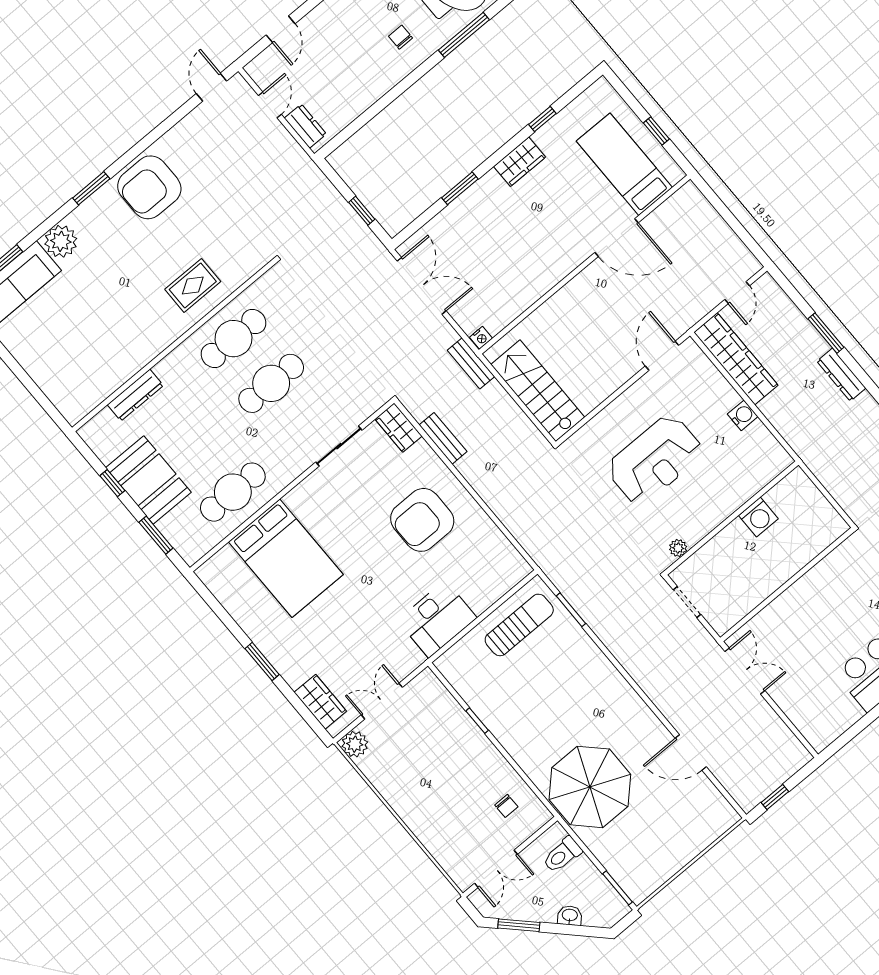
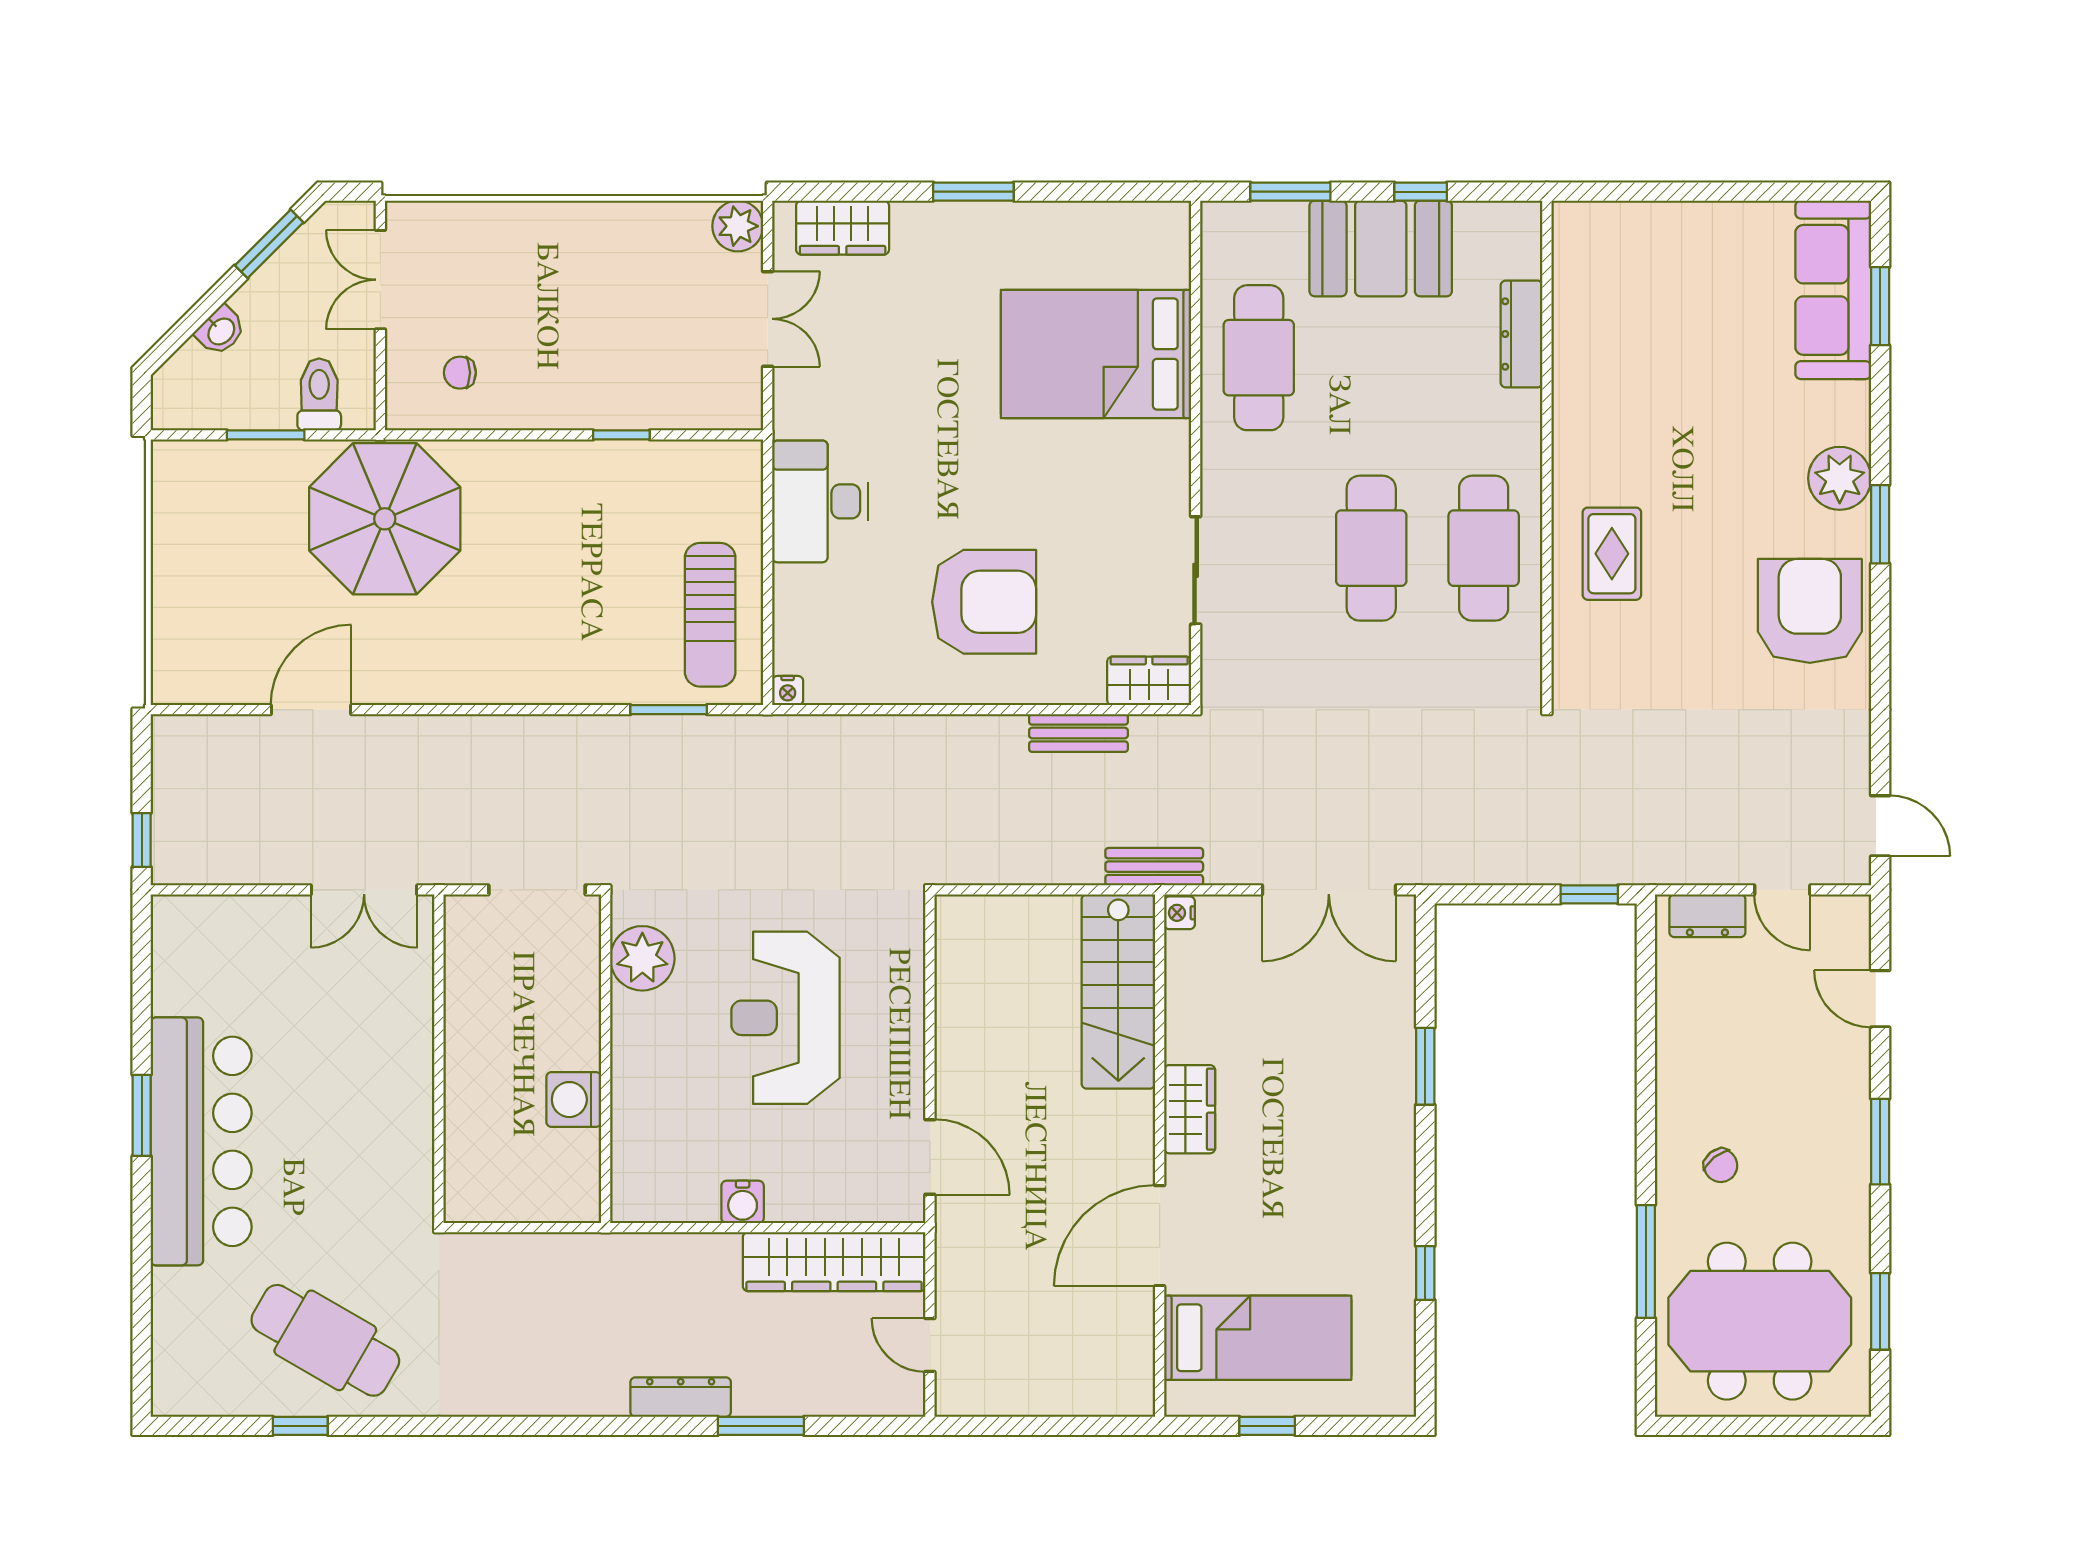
chair: (401, 37) -> (1721, 1166), turned 52
wardrobe: (520, 162) -> (1190, 1109), moved, turned 180
window: (362, 211) -> (1589, 894), moved
plant: (61, 241) -> (1840, 478), moved
stairs: (538, 391) -> (1118, 991), moved, turned 90
armchair: (422, 520) -> (984, 602), turned 90
plant: (678, 548) -> (642, 958), width x1.88, depth x1.88
nightstand: (523, 569) -> (788, 691), added
doorway: (687, 602) -> (537, 890), width x1.38
window: (775, 797) -> (142, 840), moved
window: (618, 888) -> (266, 435), moved

